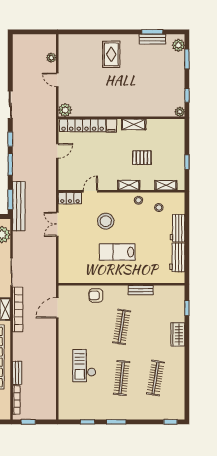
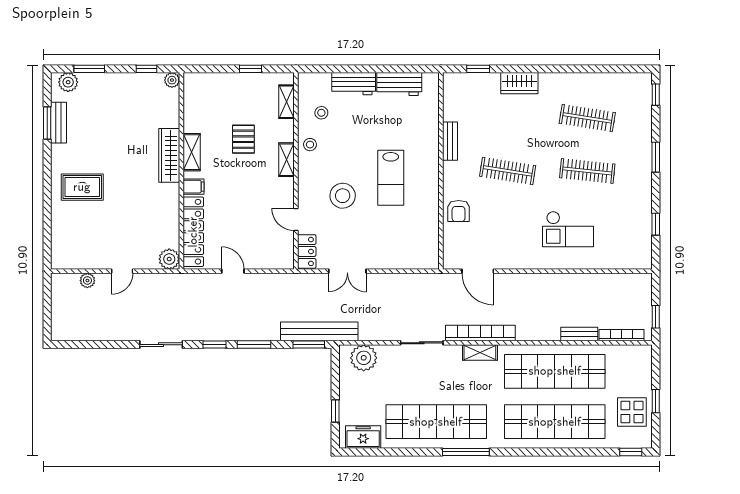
wardrobe: (132, 110) -> (169, 155), added
window: (116, 422) -> (656, 157), moved

